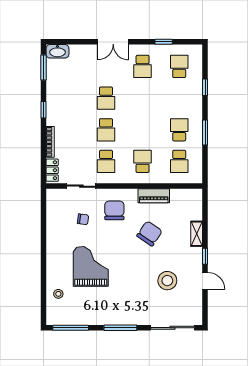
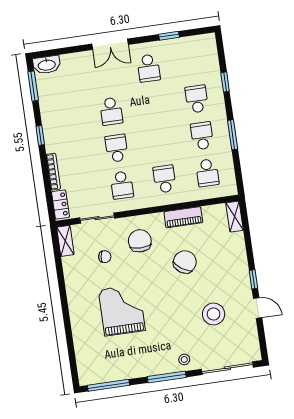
school desk: (179, 66) -> (197, 99), moved
school desk: (106, 130) -> (117, 148), turned 180
shelving: (52, 201) -> (65, 241), added
shelving: (197, 234) -> (234, 217), moved
stool: (58, 294) -> (184, 359), moved

